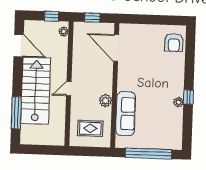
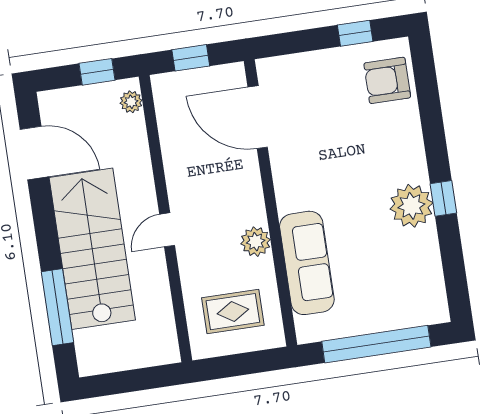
window: (164, 20) -> (355, 33), added
armchair: (174, 43) -> (387, 80), turned 90
plant: (179, 102) -> (411, 206), width x1.87, depth x1.87

